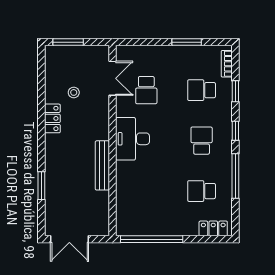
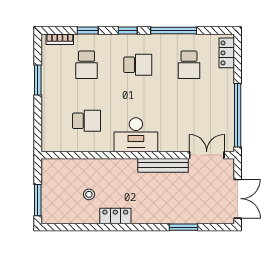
double door: (113, 78) -> (207, 155), moved
school desk: (202, 141) -> (138, 65), turned 180

